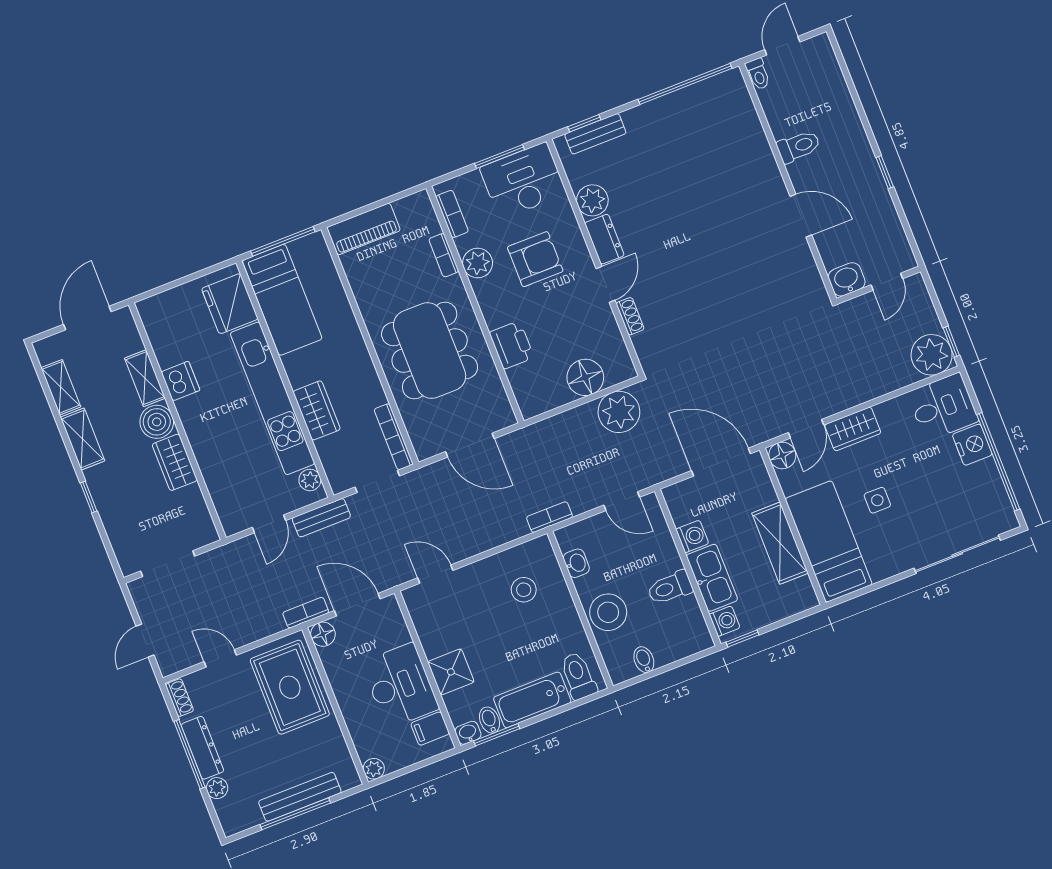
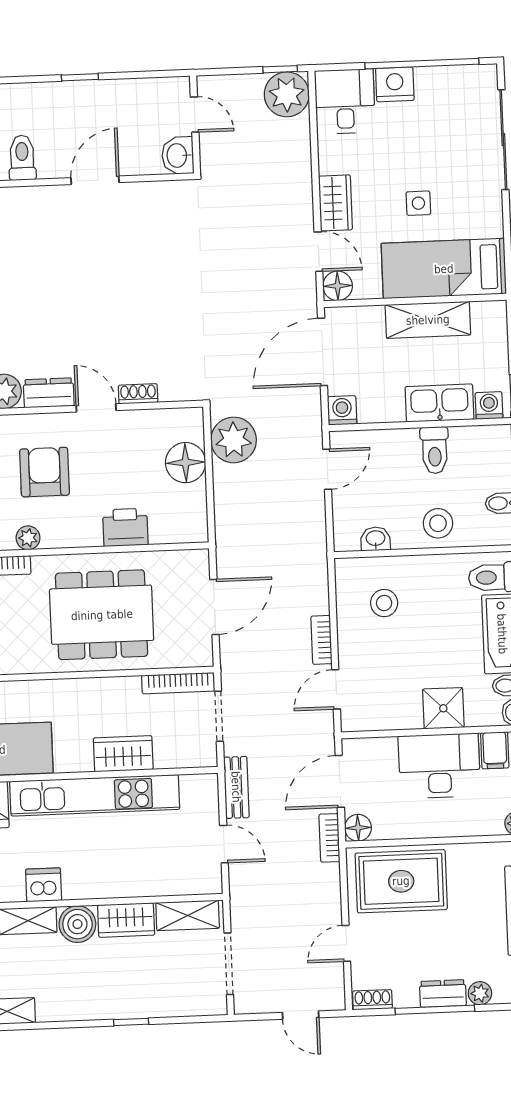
plant: (478, 263) -> (28, 538), width x0.73, depth x0.73
shelving: (83, 439) -> (188, 915), moved
plant: (310, 480) -> (193, 786), removed
bookcase: (550, 517) -> (321, 640), moved
washing machine: (692, 536) -> (342, 410), moved
stool: (608, 612) -> (438, 523), width x0.73, depth x0.73
dresser: (202, 748) -> (443, 993), width x0.70

